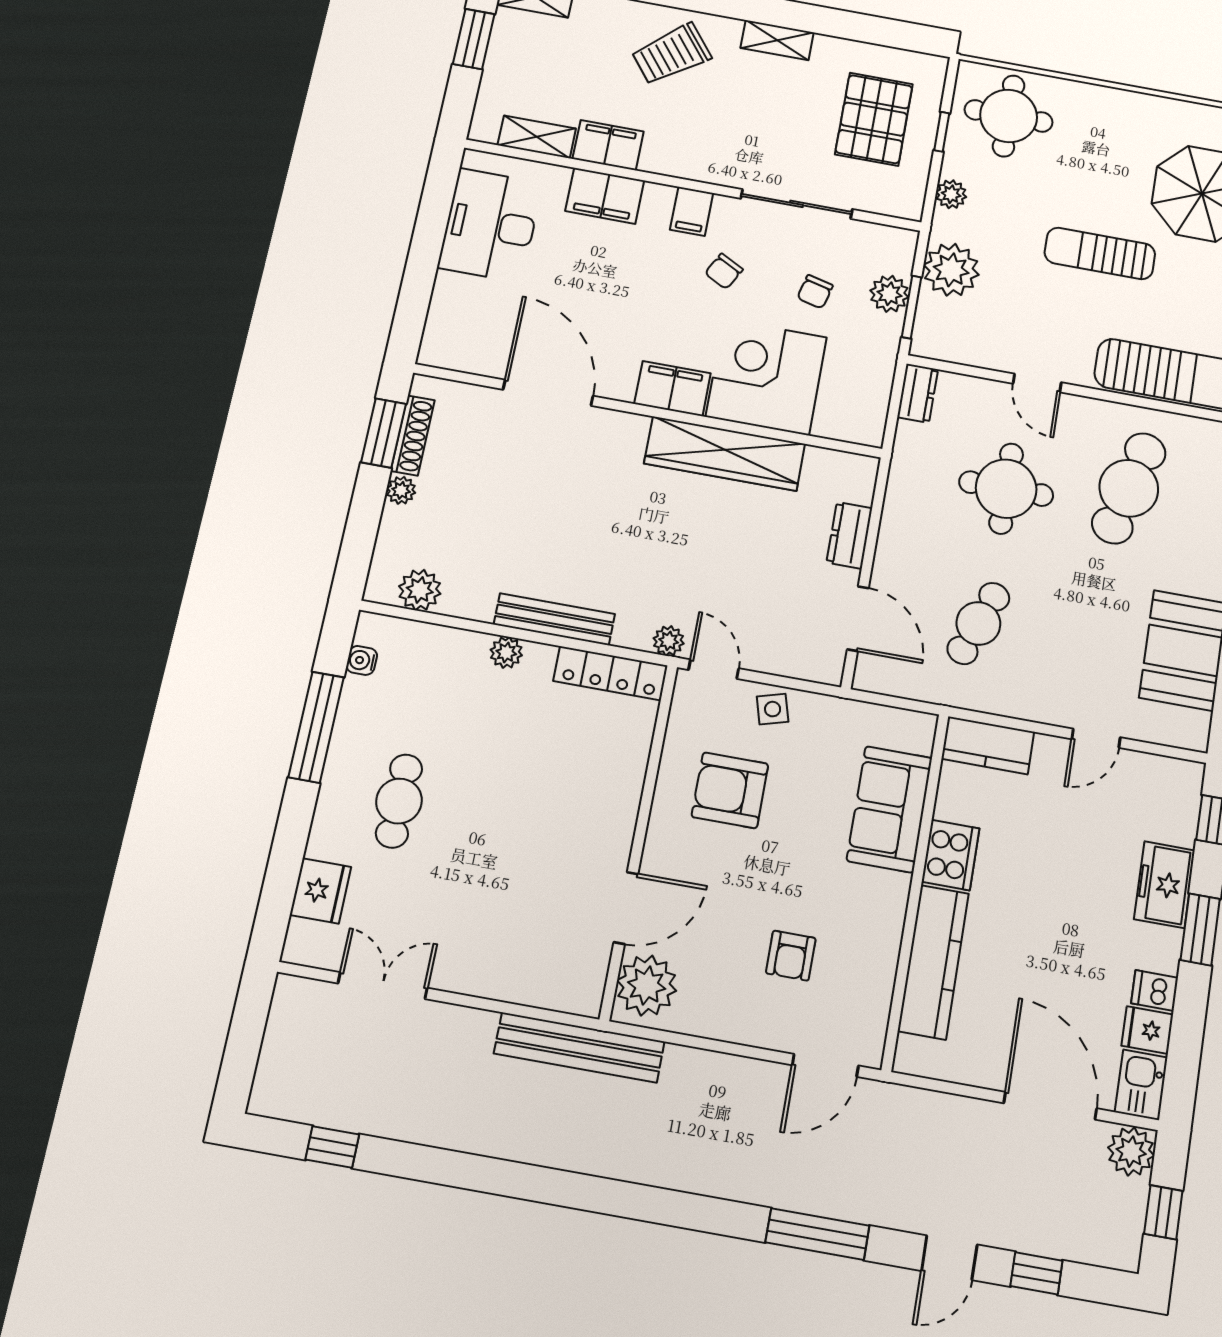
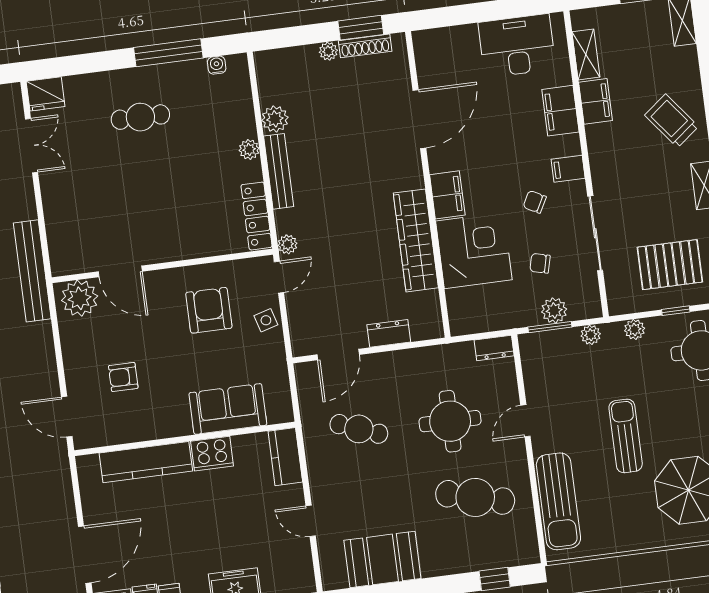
plant: (951, 270) -> (591, 335), width x0.53, depth x0.53
plant: (420, 590) -> (275, 119), moved
fridge: (321, 891) -> (46, 94), moved

